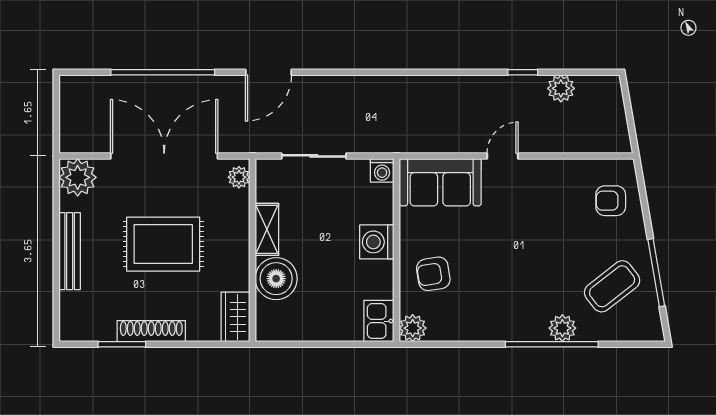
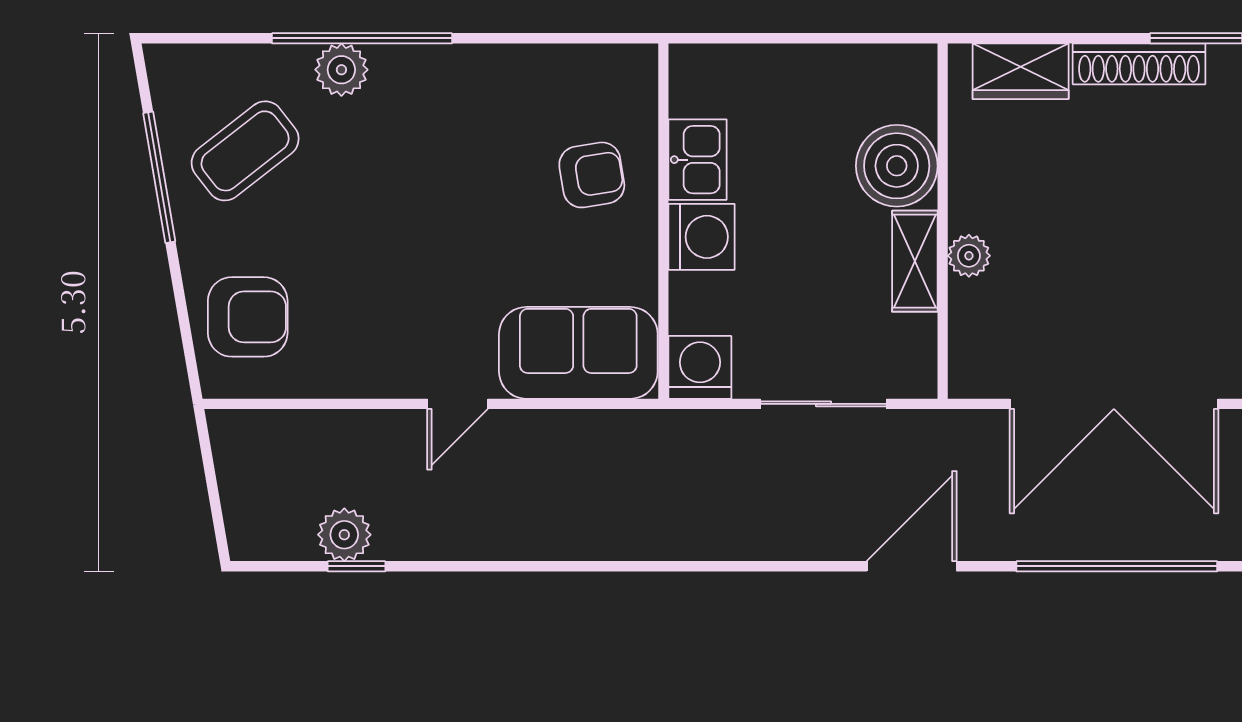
window: (523, 72) -> (357, 566), moved
washing machine: (382, 170) -> (700, 367), width x1.38, depth x1.38
plant: (239, 177) -> (969, 256), moved
armchair: (611, 201) -> (248, 317), width x1.38, depth x1.38
rug: (163, 244) -> (1116, 233), removed
wardrobe: (235, 317) -> (1021, 71), moved, turned 90
kitchen sink: (379, 321) -> (698, 160), moved
plant: (413, 328) -> (632, 70), removed

